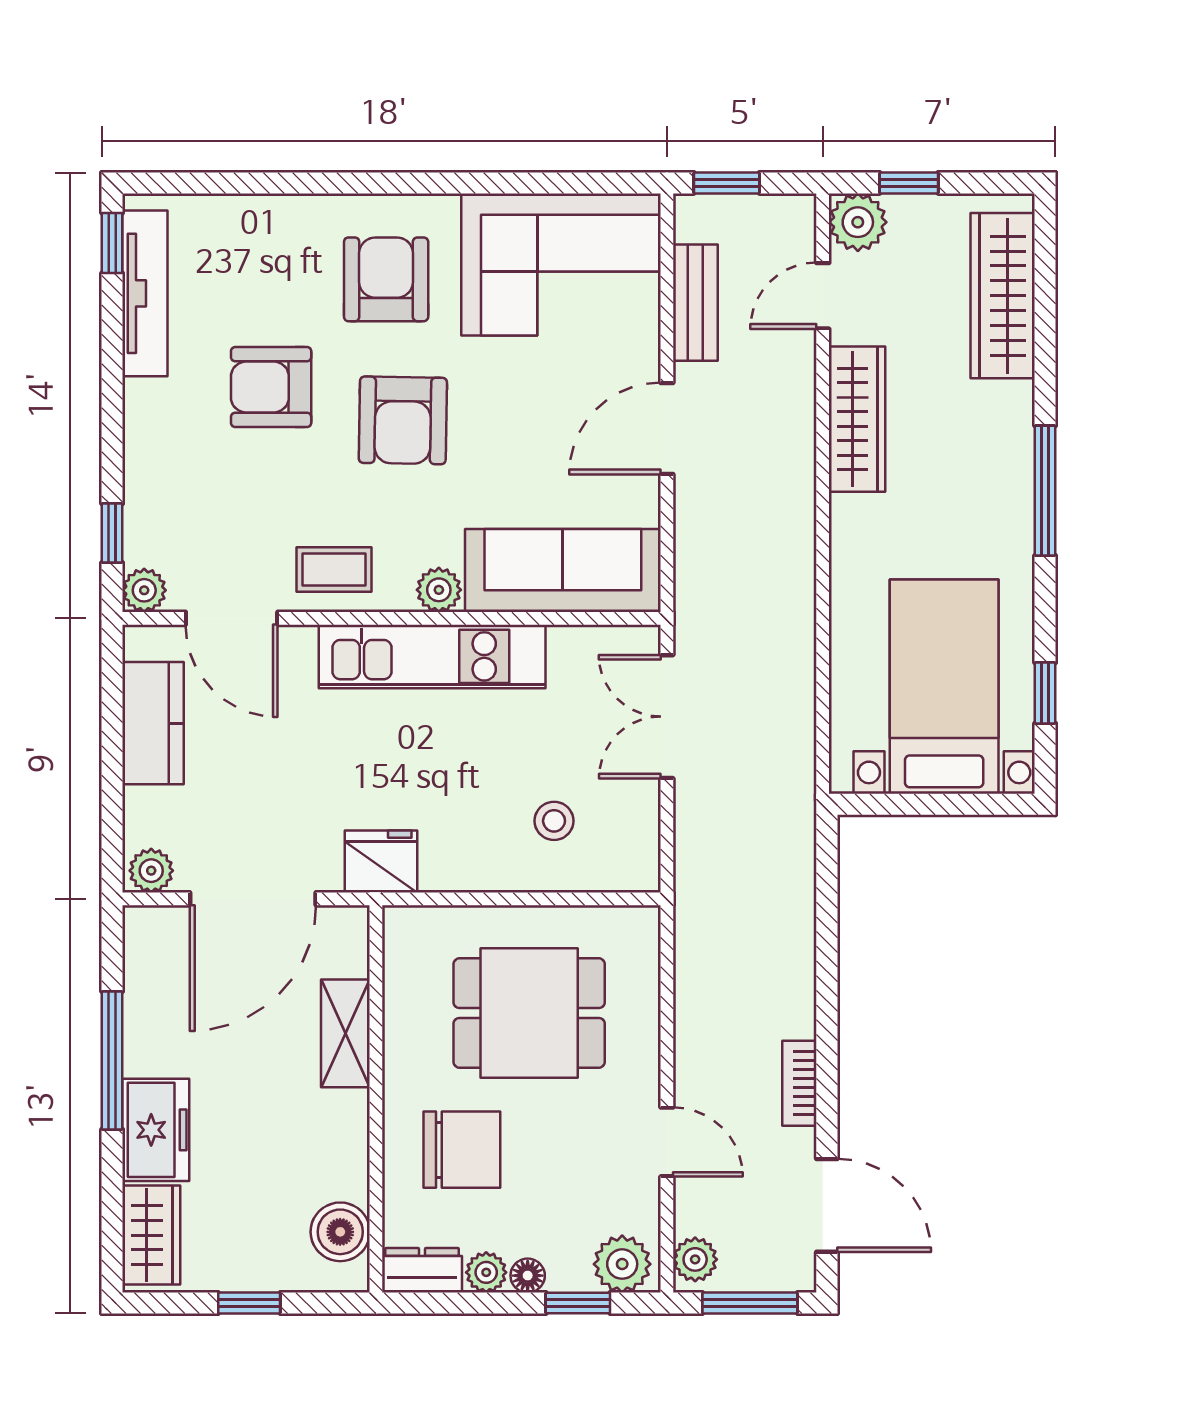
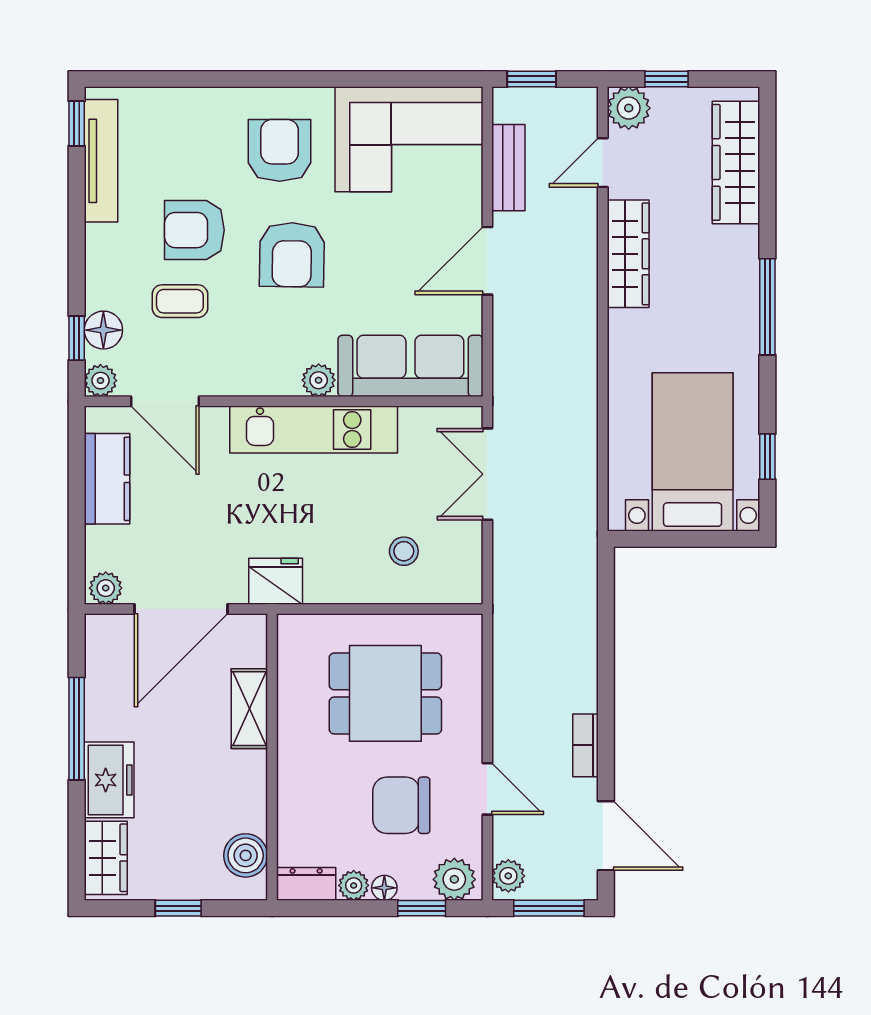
floor lamp: (148, 522) -> (103, 330), added
coffee table: (334, 570) -> (180, 301), moved
chair: (462, 1150) -> (401, 805), moved, turned 180

